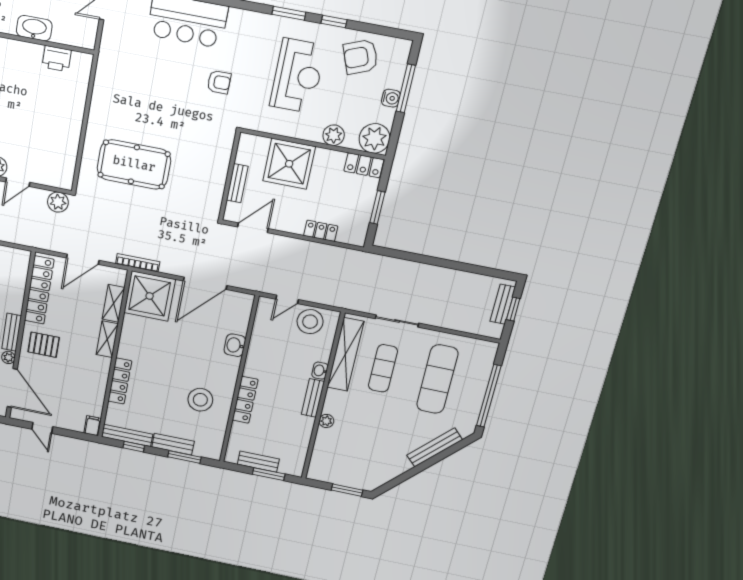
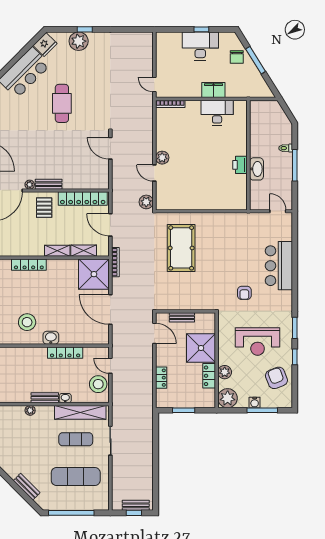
printer: (57, 59) -> (240, 165), moved
locker: (364, 165) -> (209, 376), moved
washbasin: (235, 345) -> (51, 338), moved
locker: (245, 400) -> (65, 353), moved
bench: (435, 447) -> (27, 487), width x0.73

